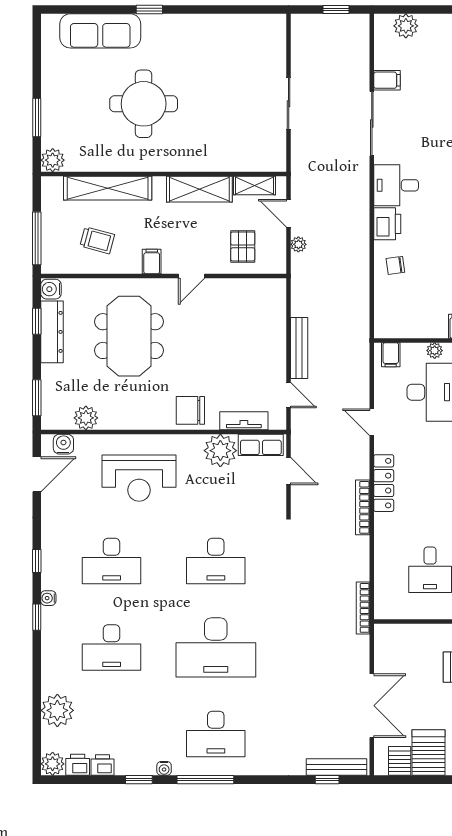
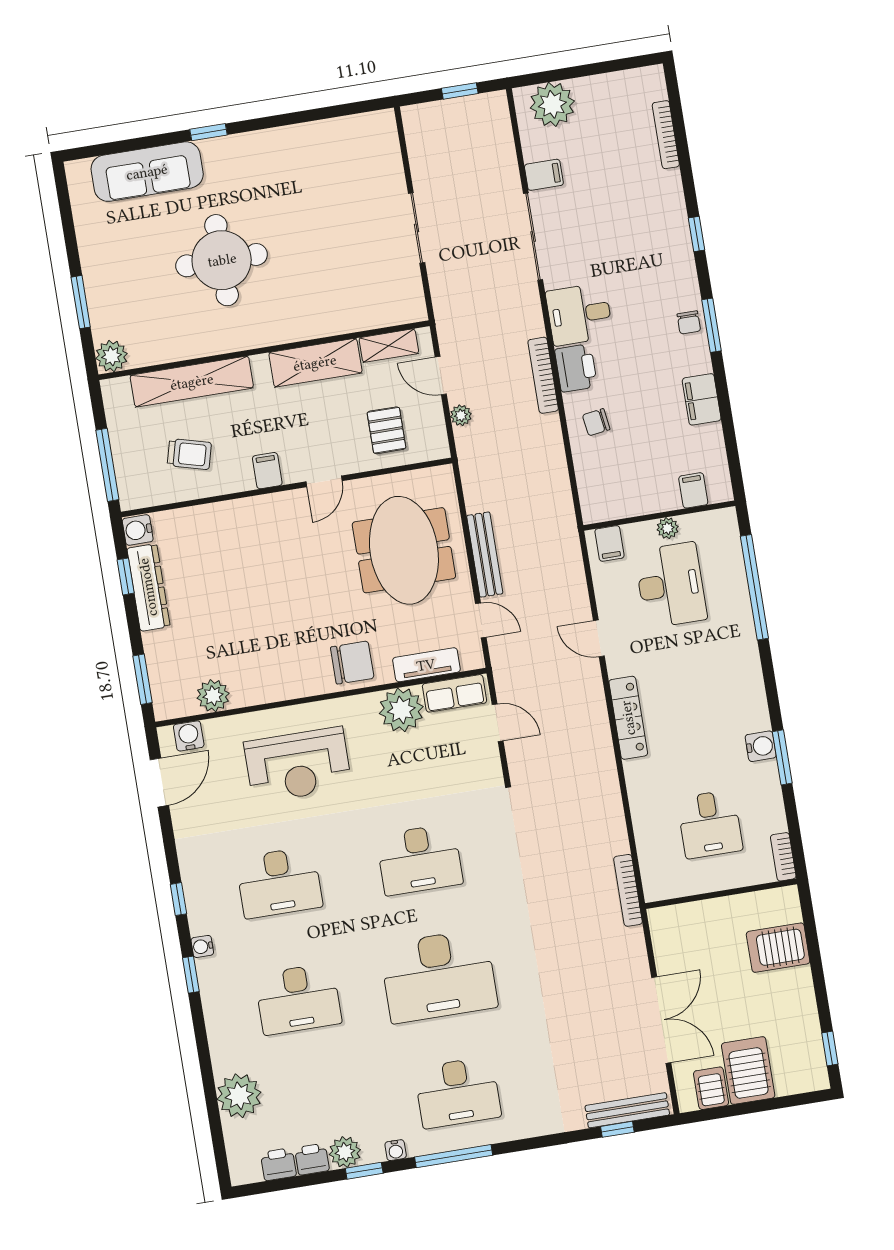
plant: (406, 26) -> (552, 104), width x1.36, depth x1.36
meeting table: (129, 336) -> (404, 550), moved
chair: (190, 410) -> (352, 663), turned 180
bookcase: (363, 507) -> (543, 375), moved
plant: (53, 764) -> (345, 1152), moved

